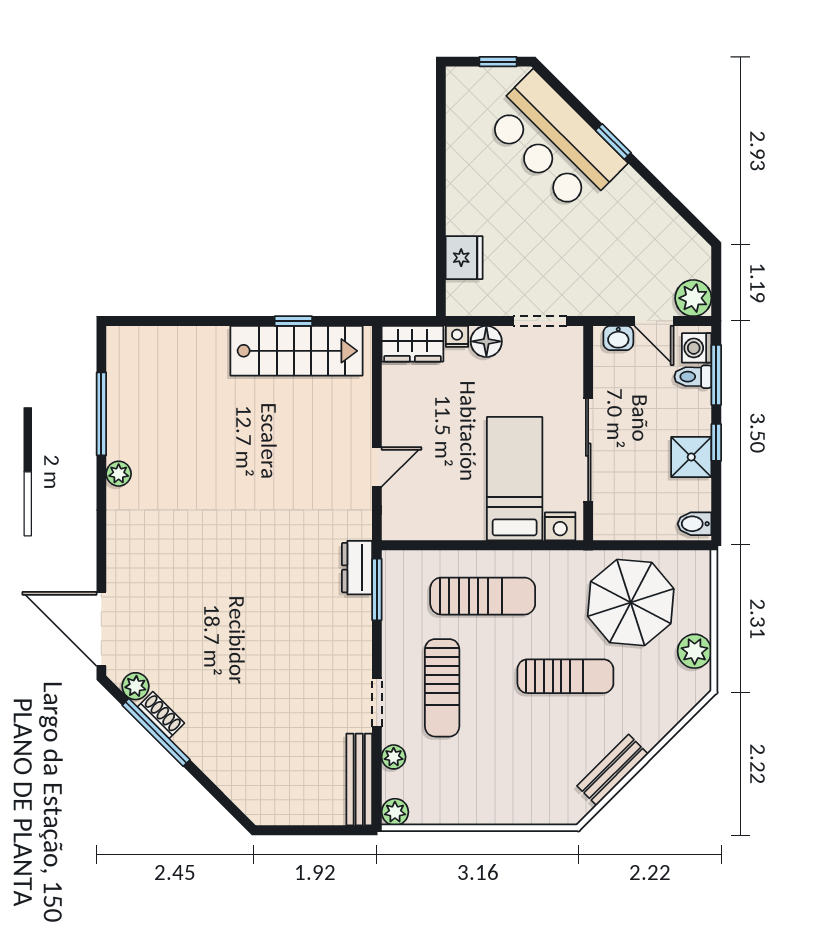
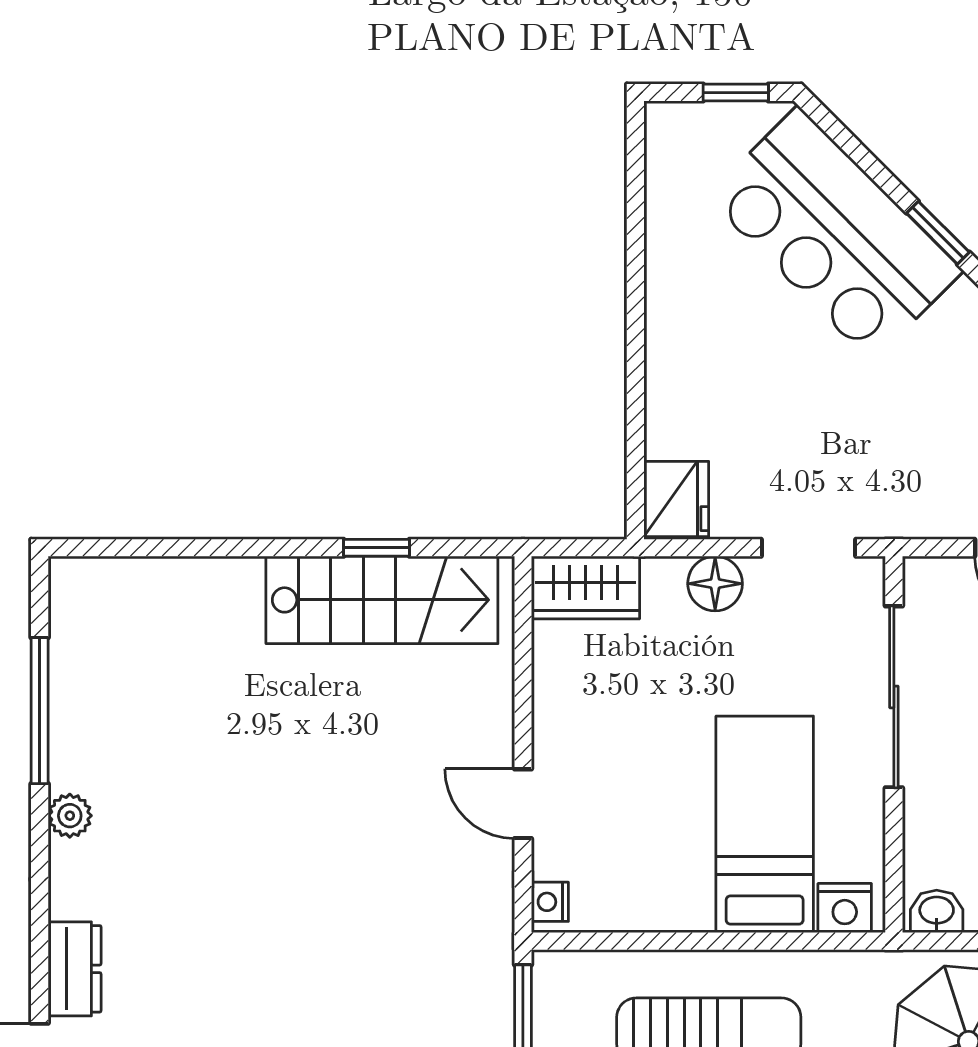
fridge: (464, 258) -> (676, 499), moved
nightstand: (457, 336) -> (550, 902), moved, turned -90
washbasin: (618, 338) -> (937, 911), moved, turned 180
sliding door: (588, 450) -> (894, 697), moved
door: (377, 467) -> (523, 804), swing flipped
dresser: (357, 568) -> (75, 969), moved, turned 180

